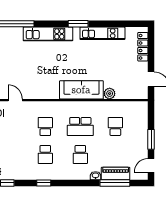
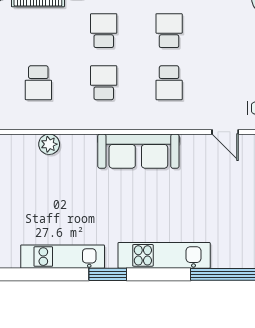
sofa: (81, 90) -> (138, 151), moved
school desk: (80, 127) -> (104, 83), width x0.54

